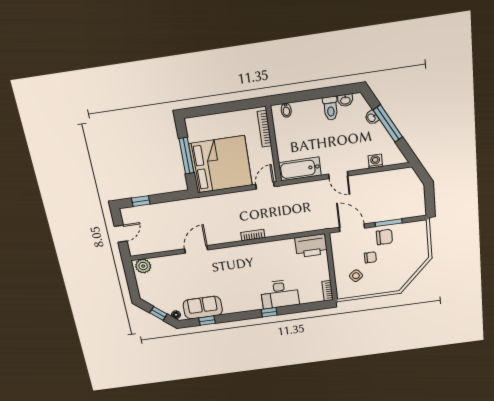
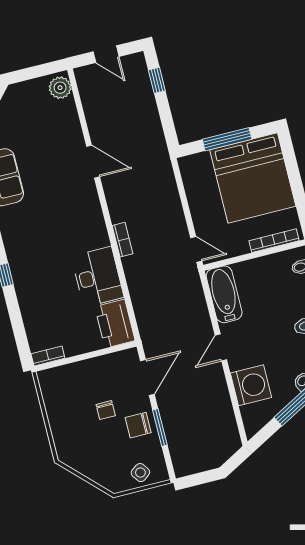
washing machine: (375, 161) -> (251, 385), width x1.89, depth x1.89
bed: (221, 164) -> (253, 178), moved
chair: (384, 237) -> (138, 425), turned 90
side table: (356, 276) -> (140, 473), moved
desk: (280, 294) -> (98, 277), moved, turned 180

